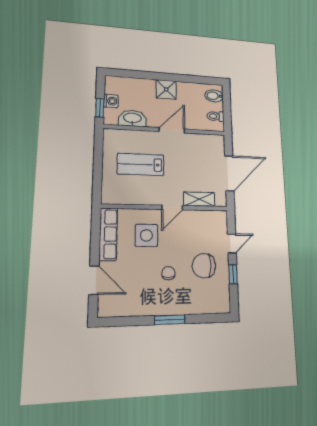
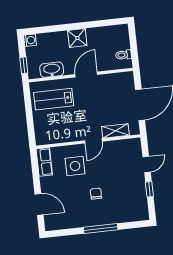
bidet: (214, 96) -> (121, 36), removed
washing machine: (111, 101) -> (30, 40), moved
lab bench: (141, 164) -> (54, 99), moved
row of seats: (108, 234) -> (44, 162), width x0.68
chair: (204, 266) -> (124, 185), removed
window: (170, 320) -> (101, 228), width x1.44

